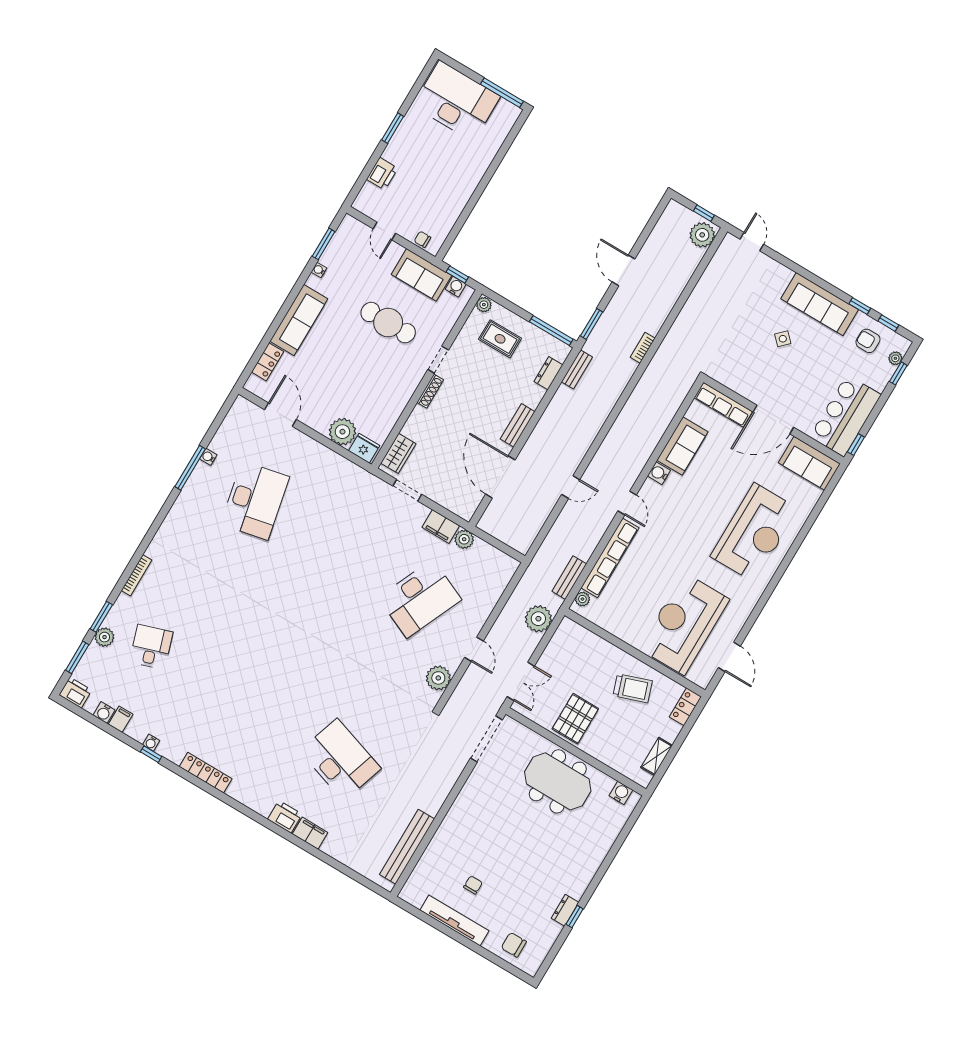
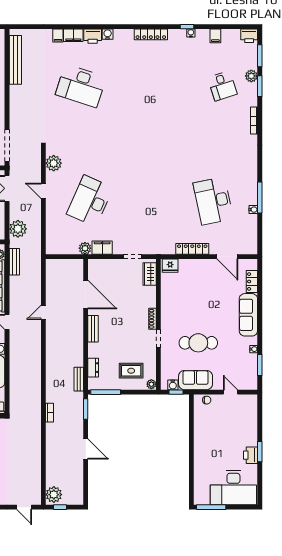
printer: (382, 174) -> (251, 455), moved
plant: (342, 432) -> (188, 268), removed
locker: (321, 453) -> (192, 249), added
water cooler: (104, 713) -> (108, 34), moved
filing cabinet: (331, 845) -> (58, 36), added

